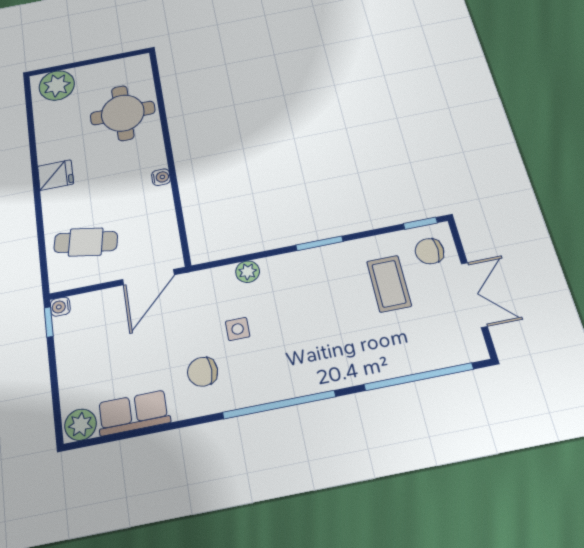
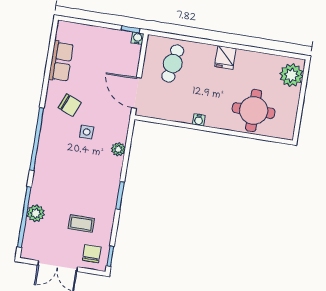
coffee table: (389, 284) -> (81, 224), width x0.73, depth x0.77
chair: (203, 372) -> (70, 105), turned 112
plant: (81, 425) -> (36, 213), moved

